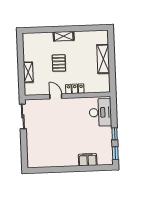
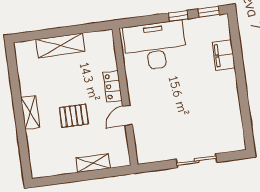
desk: (100, 112) -> (155, 46), width x1.36, depth x1.30
sliding door: (23, 116) -> (196, 161), moved

